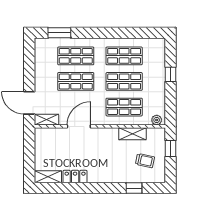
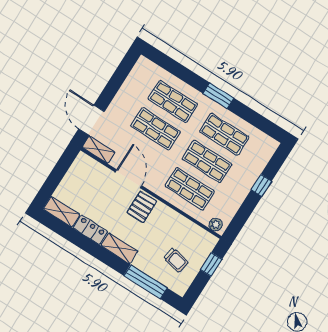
window: (59, 33) -> (218, 96), moved
door: (79, 126) -> (128, 179), hinge flipped
shelving: (132, 134) -> (119, 248), moved
pallet: (100, 140) -> (142, 207), added
window: (134, 188) -> (145, 282), width x2.17

